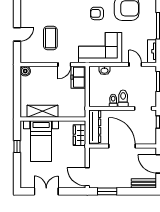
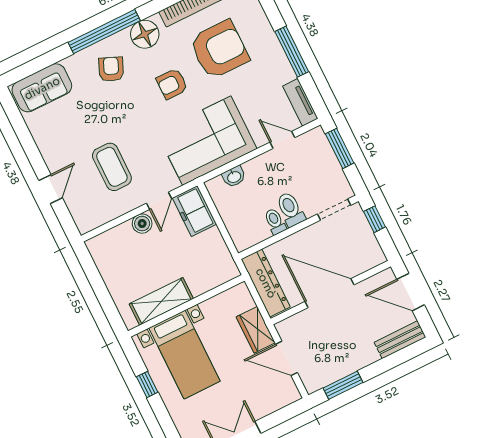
boiler: (25, 71) -> (142, 224), moved
wardrobe: (80, 135) -> (256, 330), moved
door: (87, 177) -> (287, 358), moved

